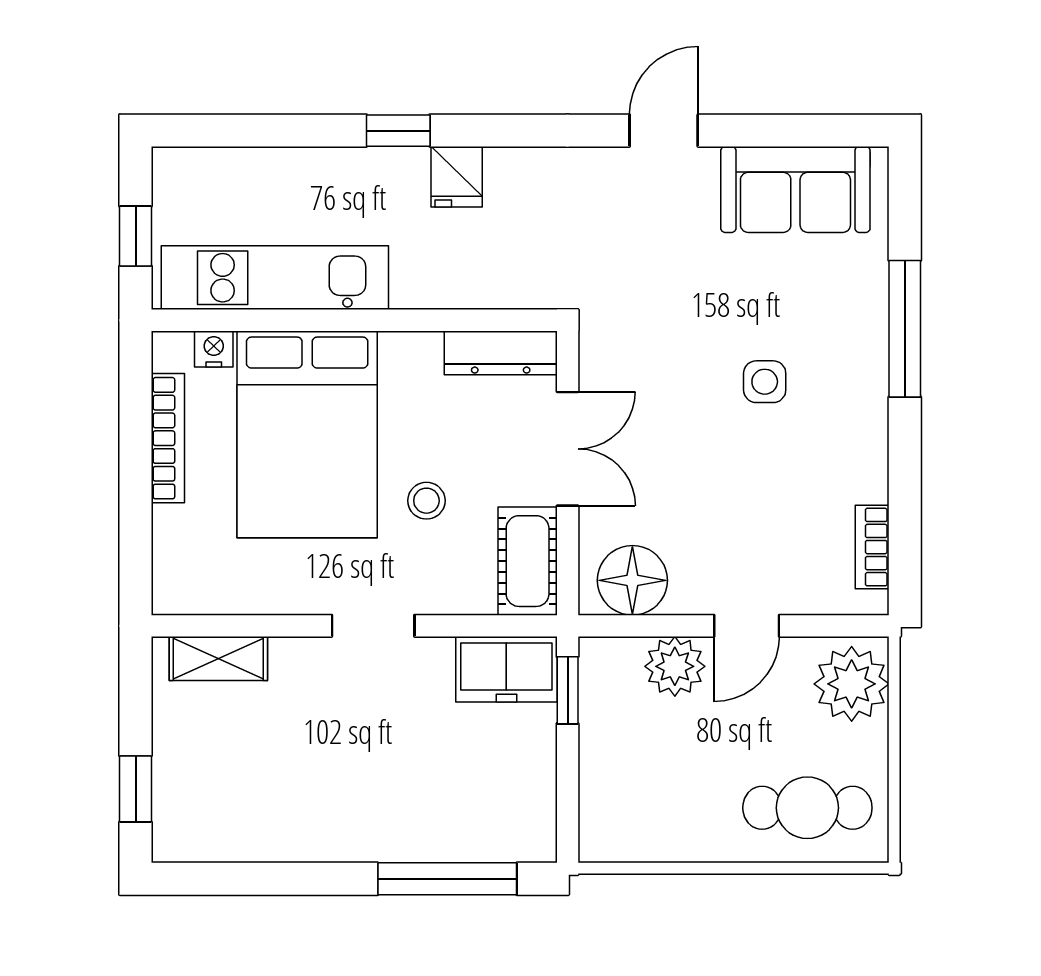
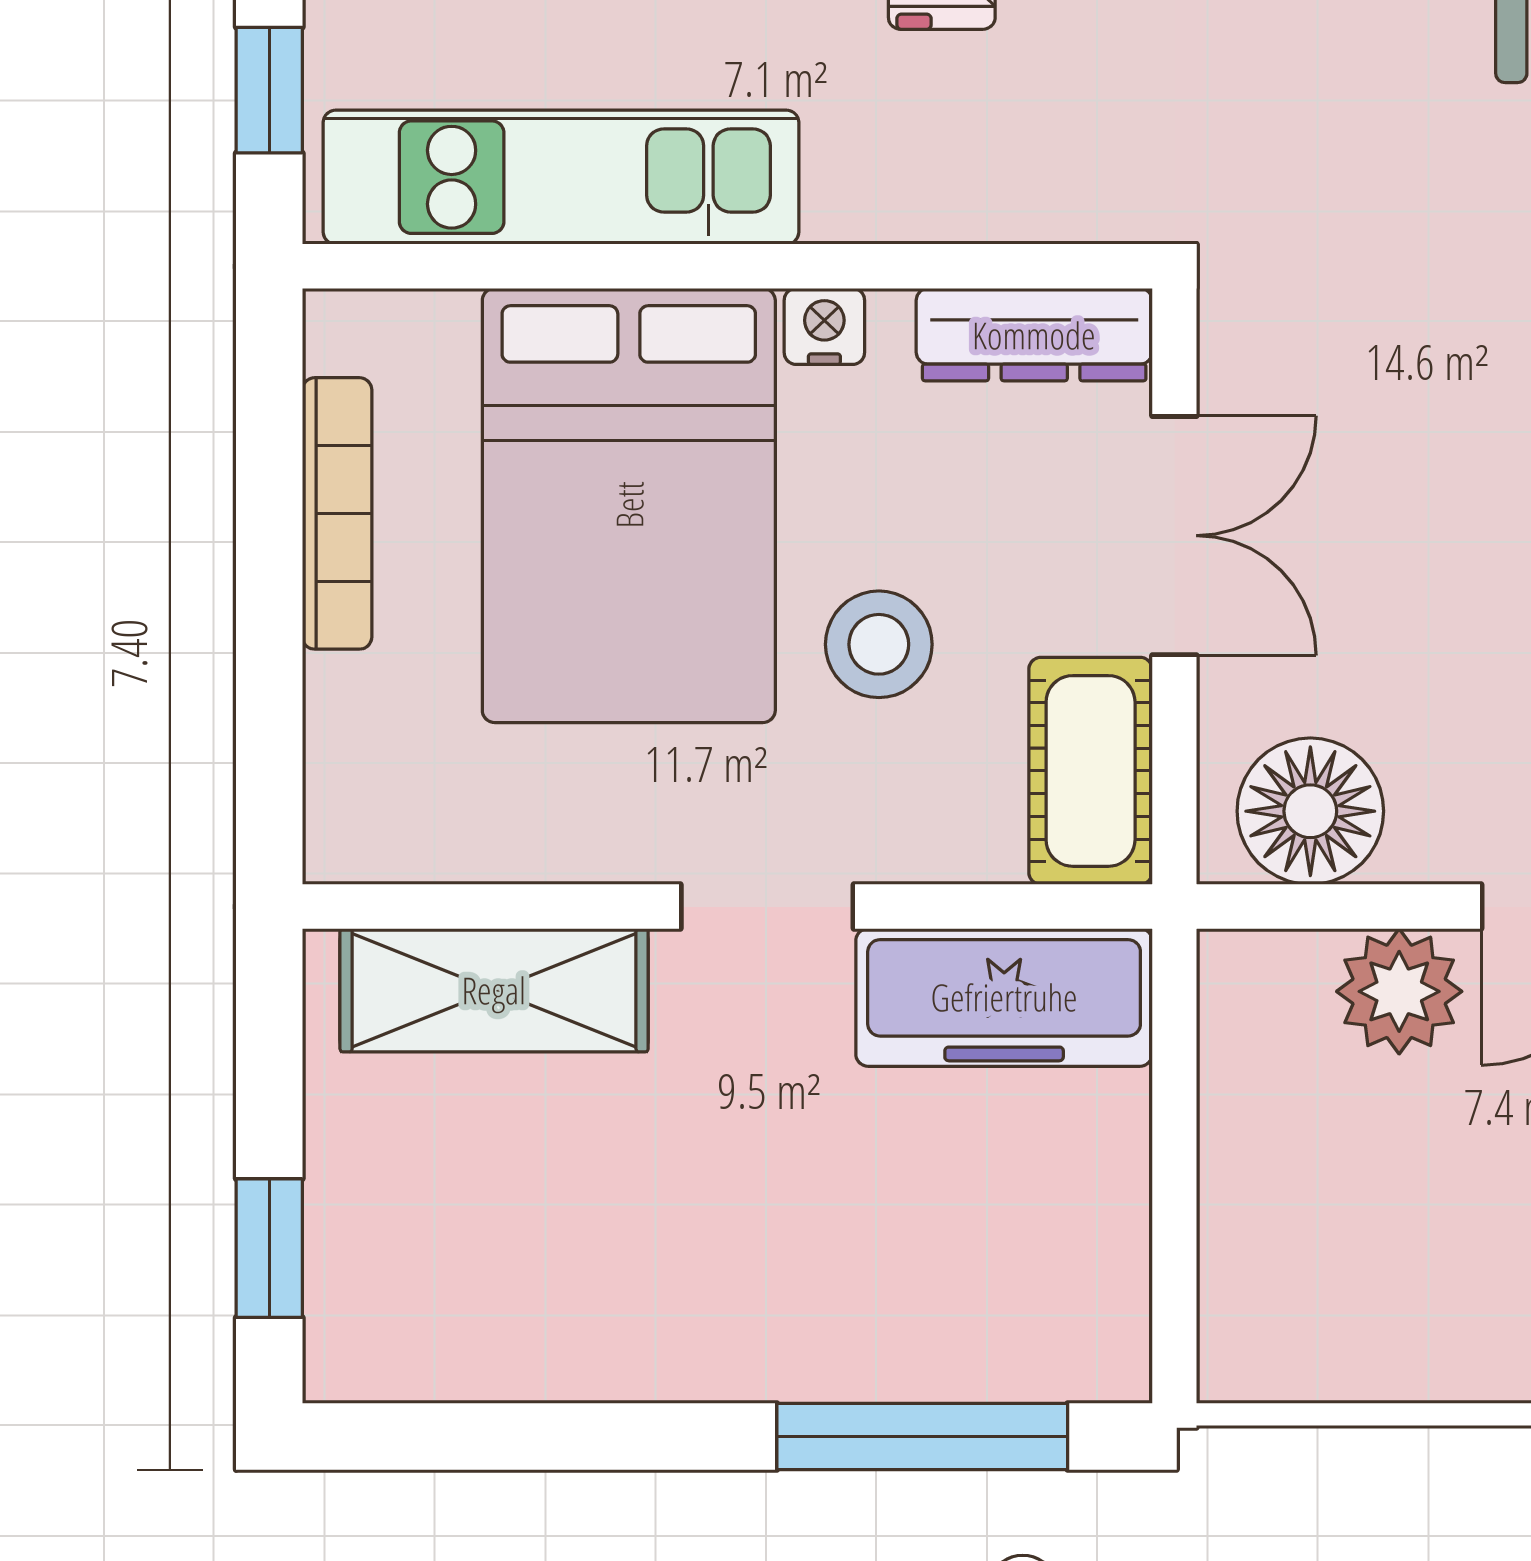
nightstand: (214, 349) -> (824, 326), moved
stool: (426, 501) -> (879, 644), width x1.37, depth x1.37
shelving: (218, 658) -> (494, 990), width x1.50, depth x1.33
freezer: (506, 669) -> (1004, 997), width x1.40
window: (568, 690) -> (1174, 1041), removed

